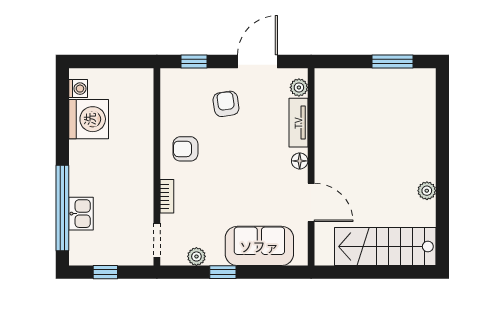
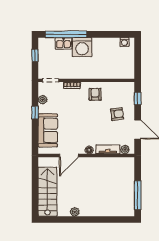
window: (393, 62) -> (138, 195), width x1.44
washing machine: (89, 119) -> (82, 47), moved

